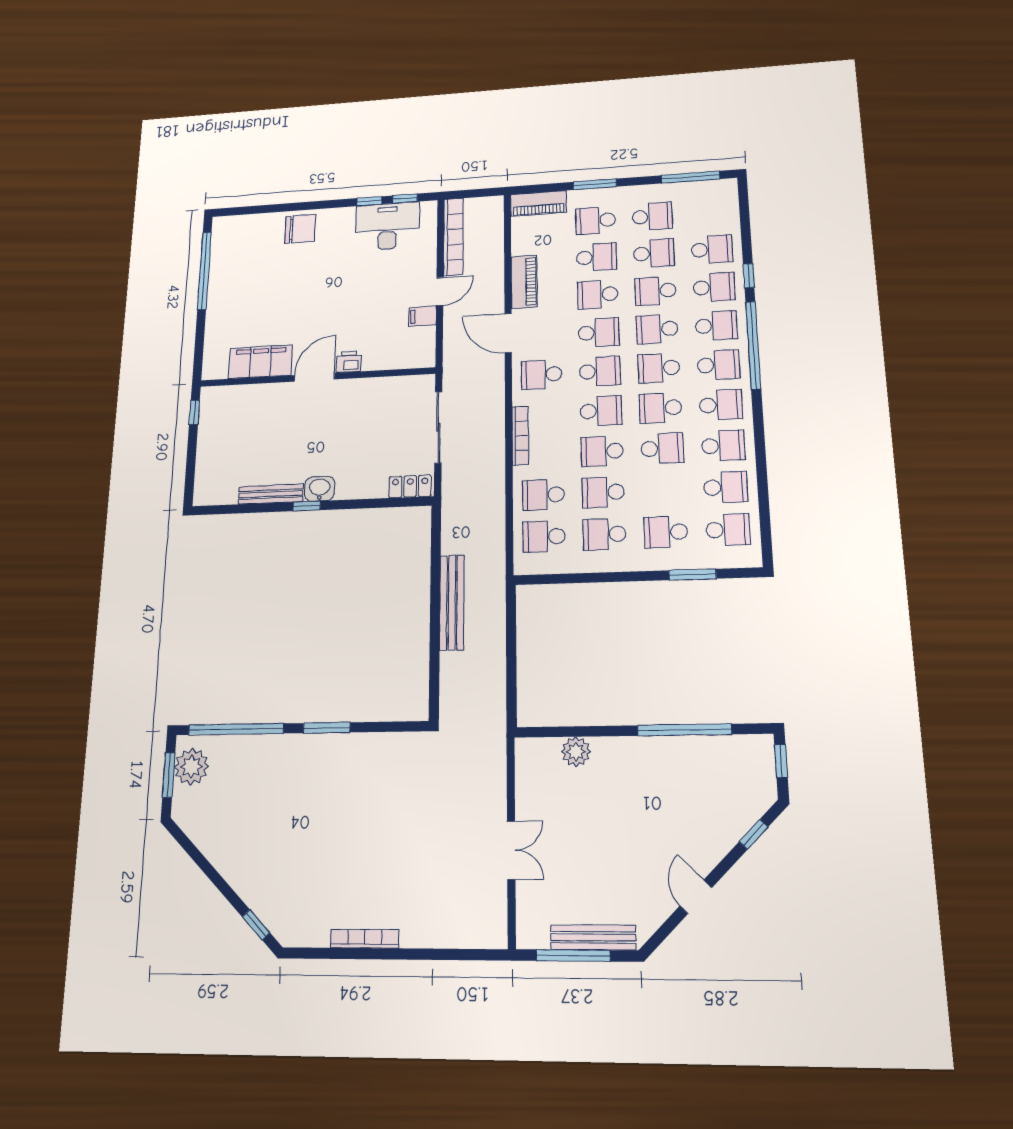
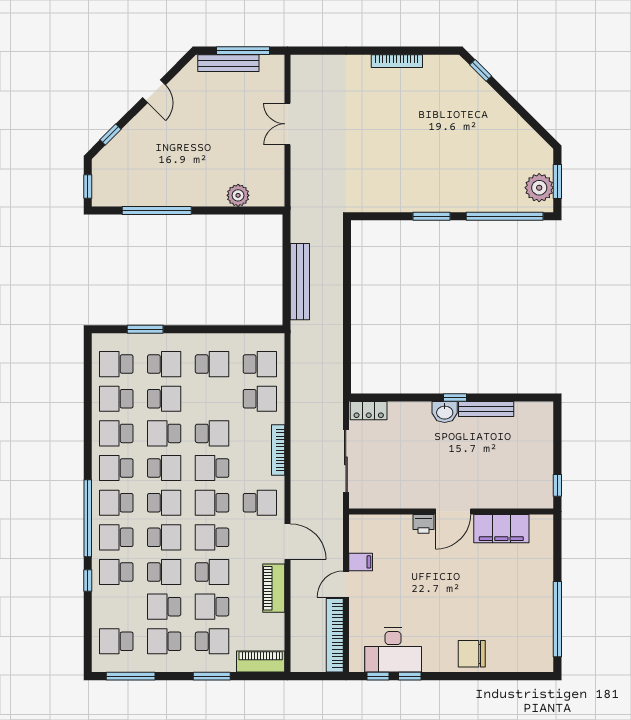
school desk: (712, 249) -> (116, 641), moved
school desk: (603, 492) -> (164, 399), moved
bench: (452, 602) -> (300, 282), moved

